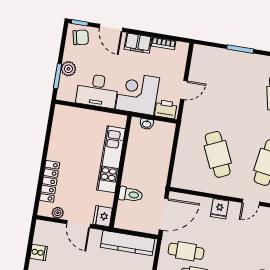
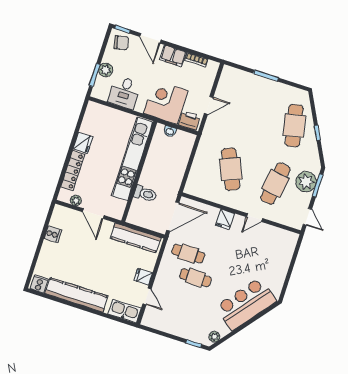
desk: (97, 91) -> (124, 92), width x0.73
kitchen unit: (111, 159) -> (132, 159), width x1.36
fridge: (103, 216) -> (83, 143), moved, turned 180

